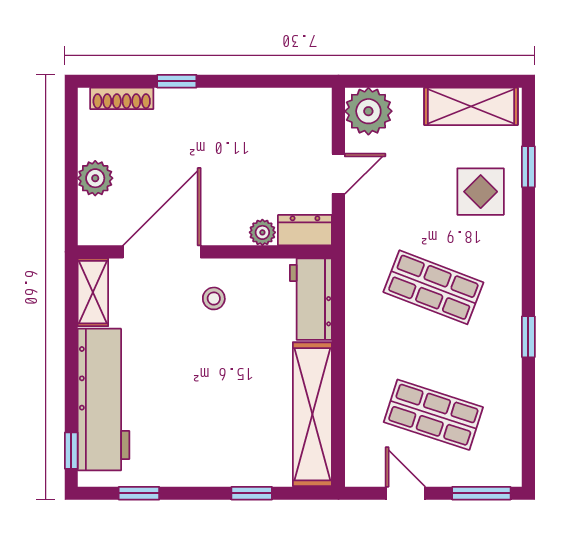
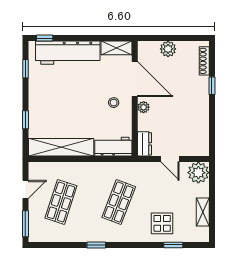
shelving: (471, 106) -> (203, 212), width x0.67, depth x0.75
plant: (262, 232) -> (144, 107), moved

